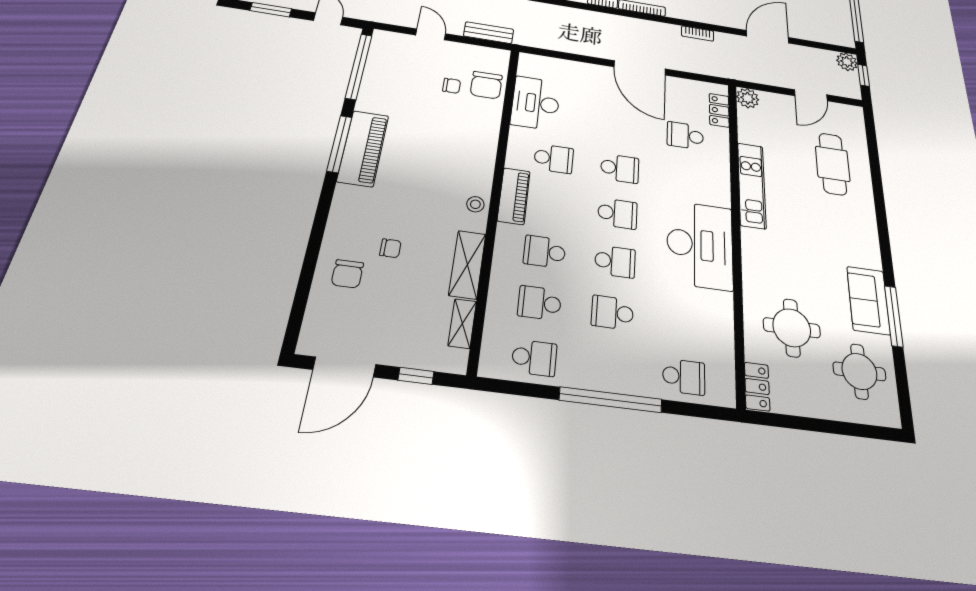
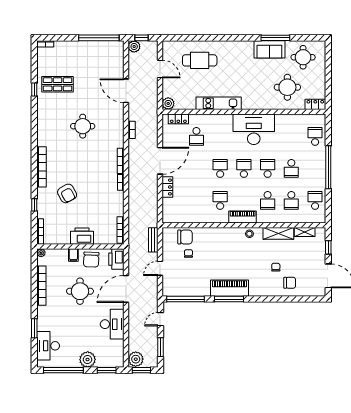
locker: (589, 72) -> (167, 187), added
desk: (536, 103) -> (191, 212), removed

